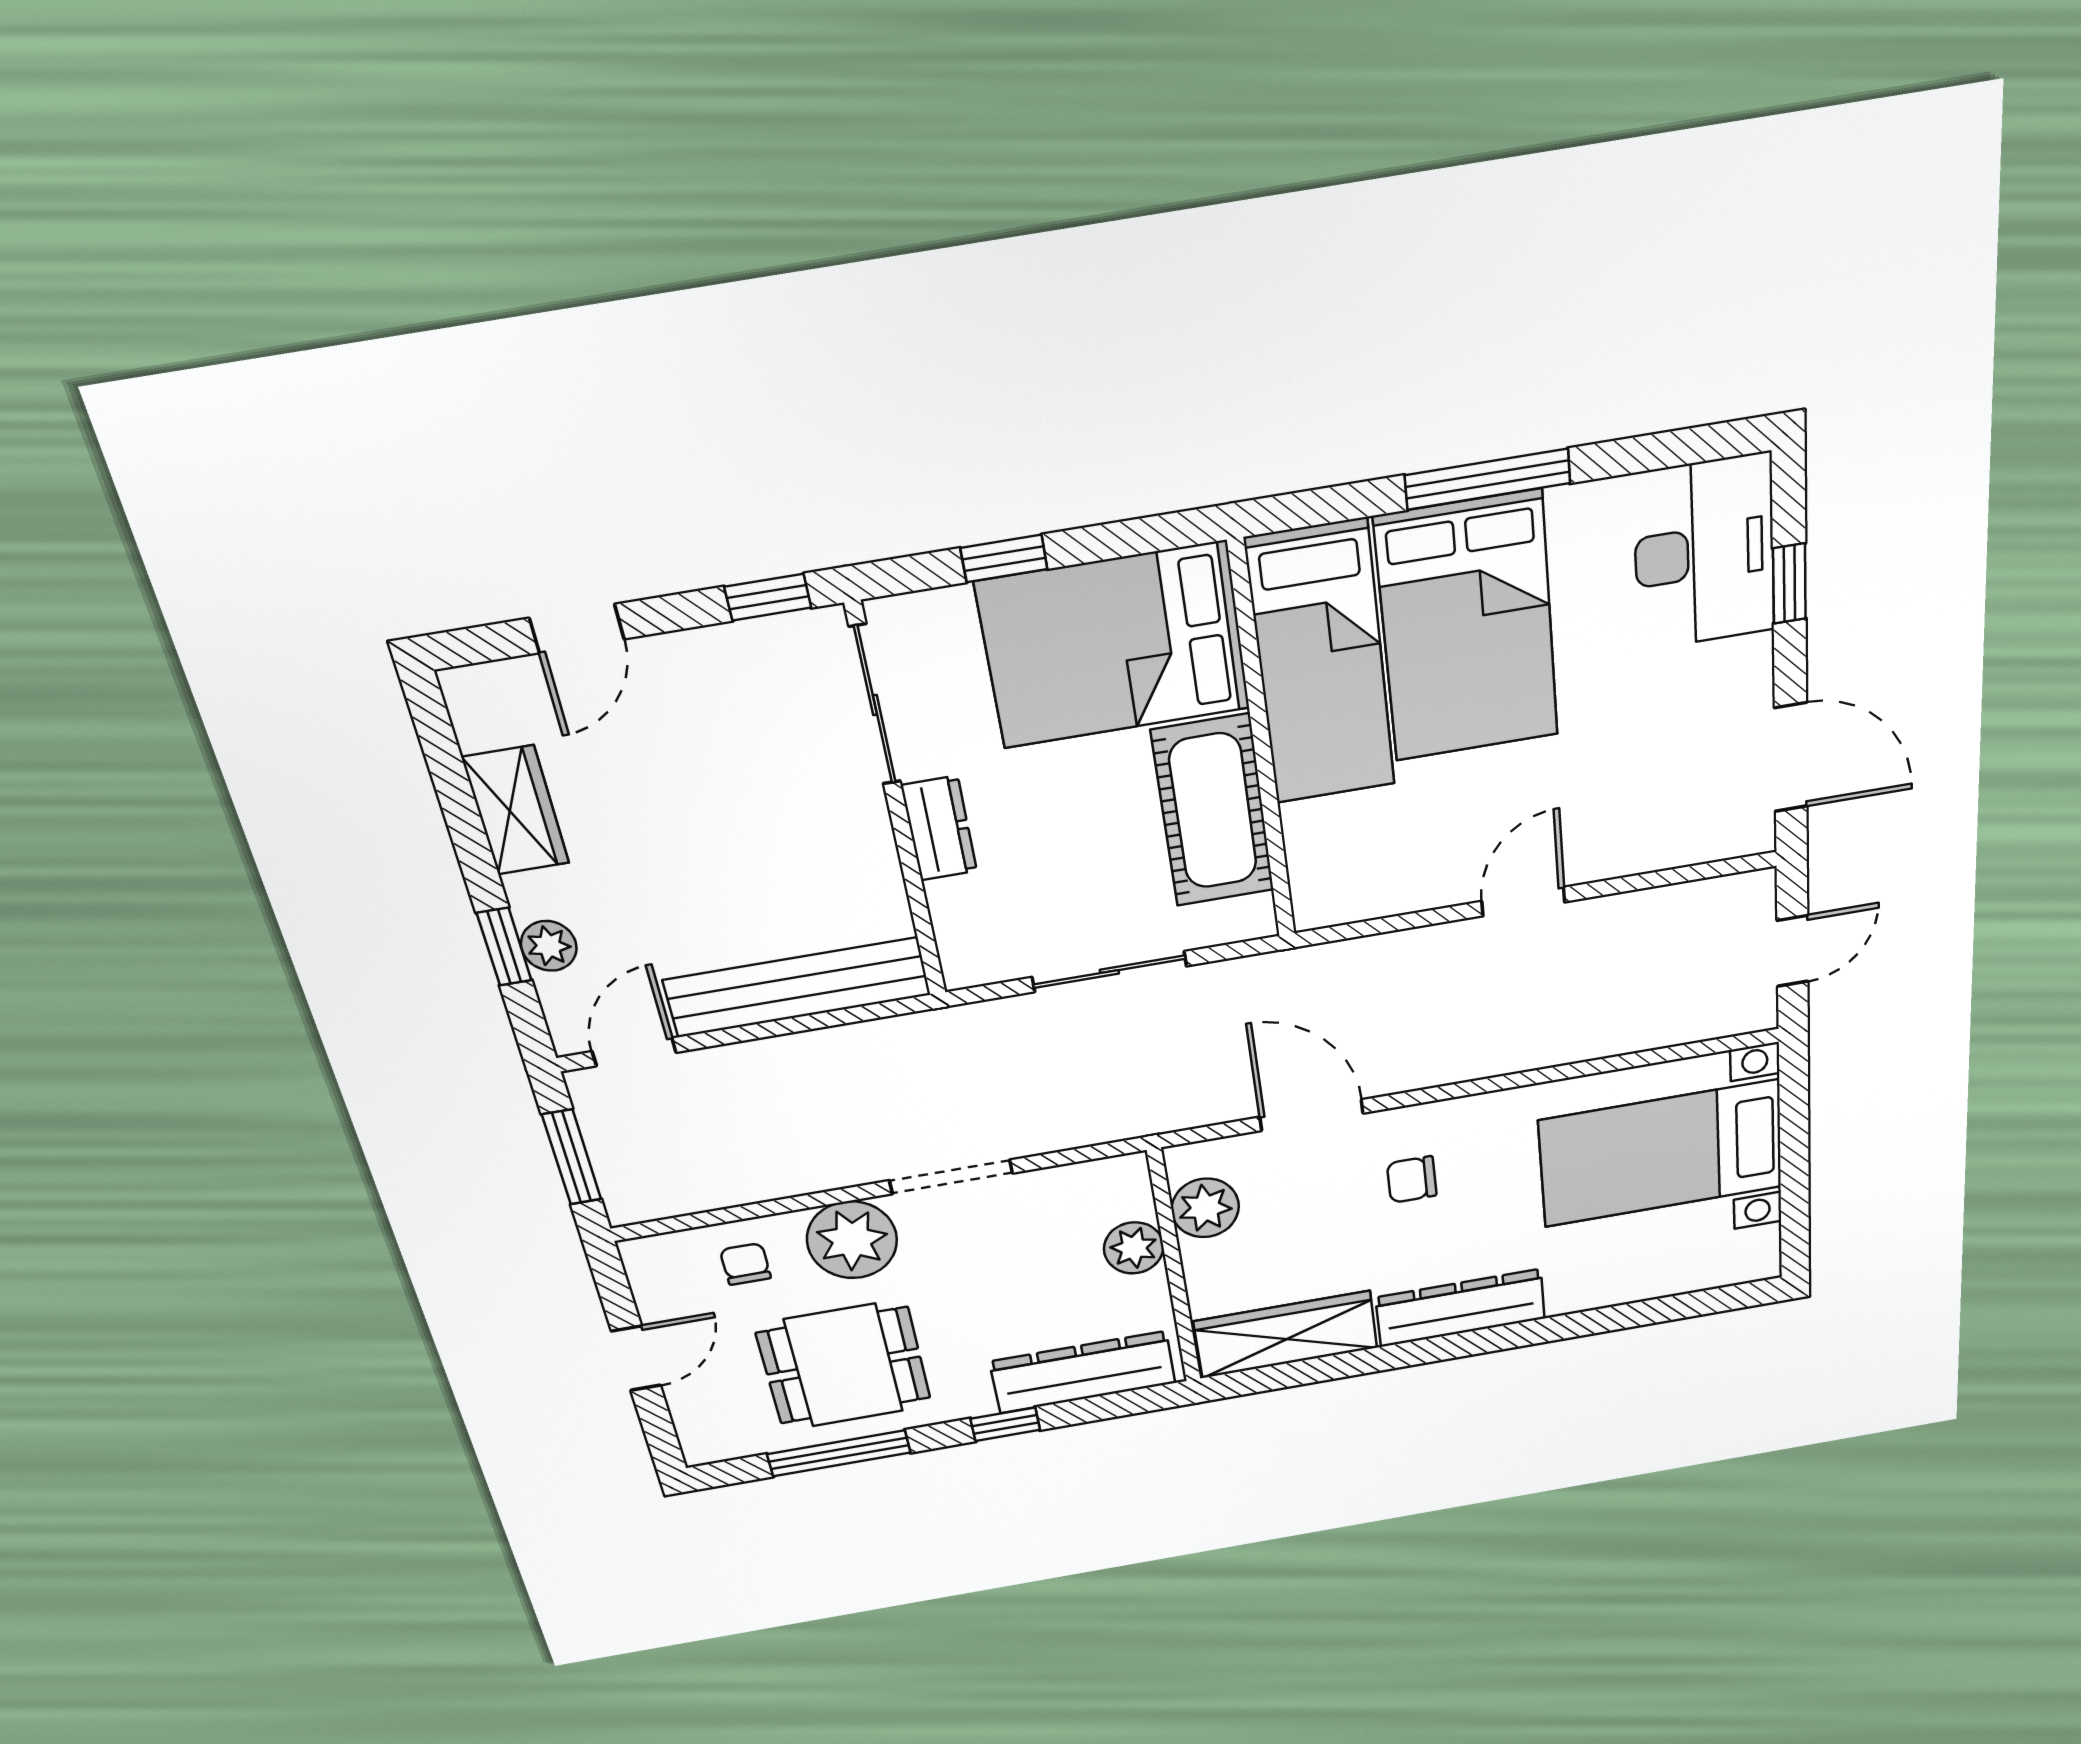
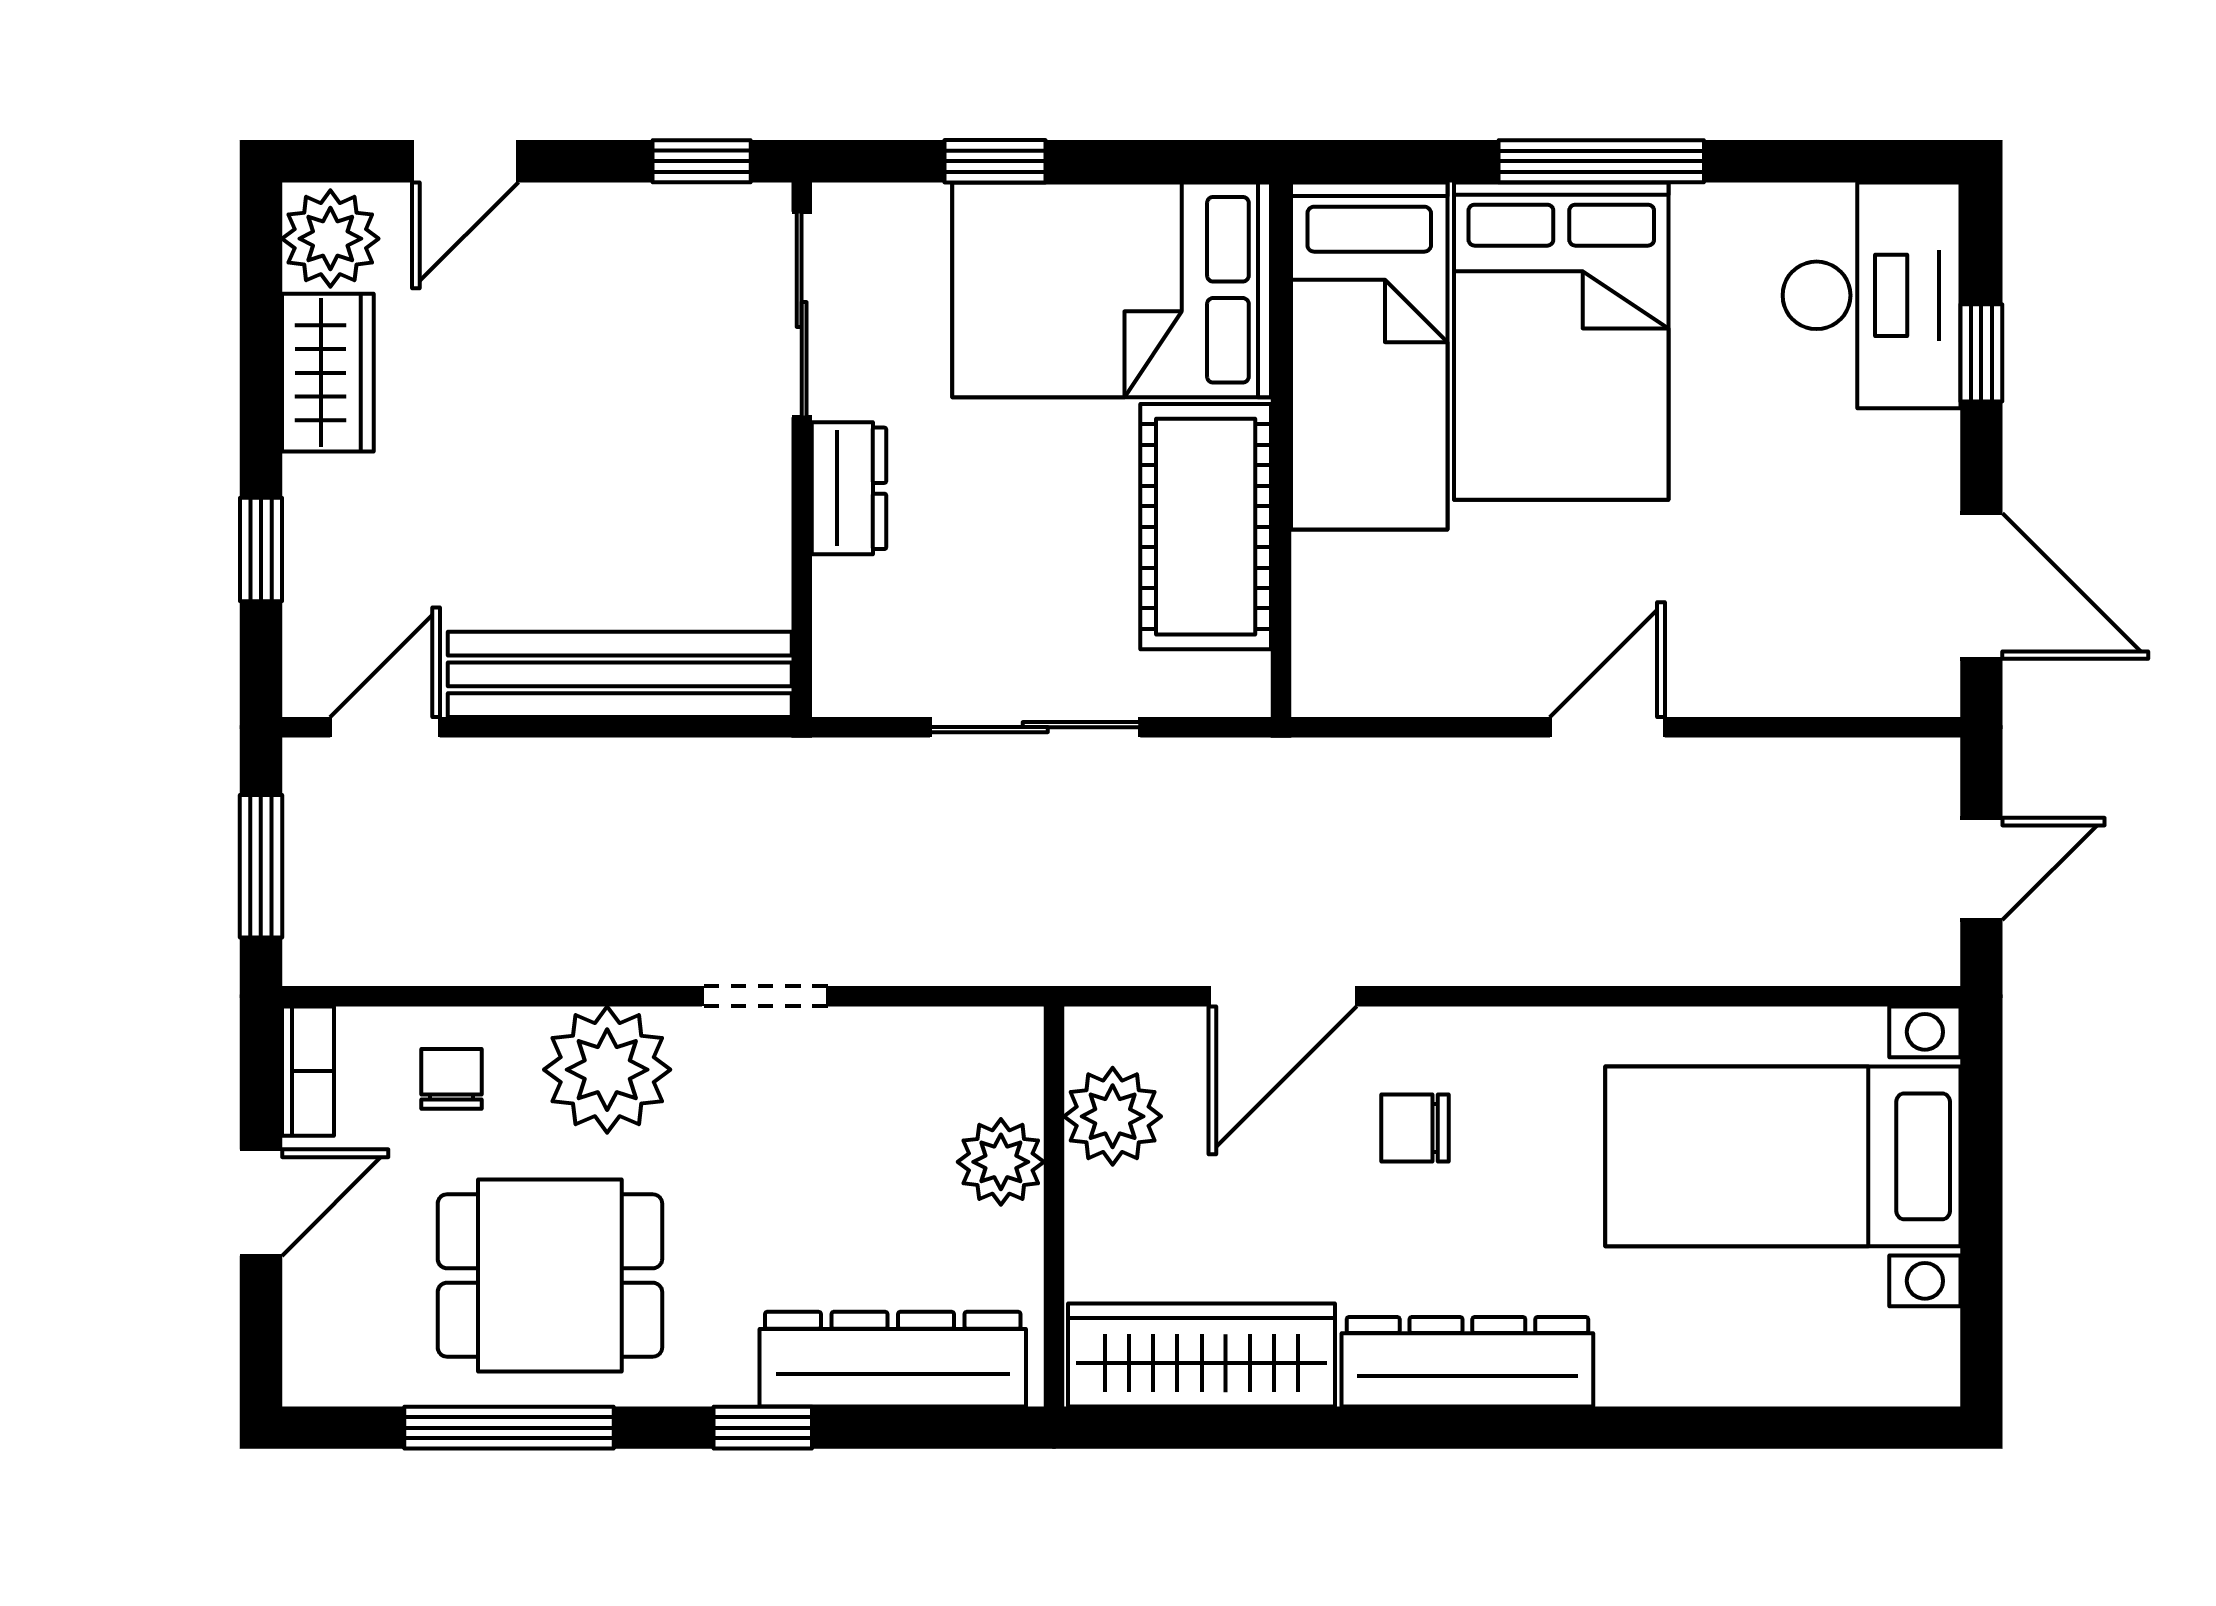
plant: (549, 946) -> (330, 239), moved, width x1.38, depth x1.38
door: (1311, 1115) -> (1283, 996), swing flipped
doorway: (951, 1177) -> (765, 996), width x0.73
bookcase: (644, 1277) -> (308, 1071), added

